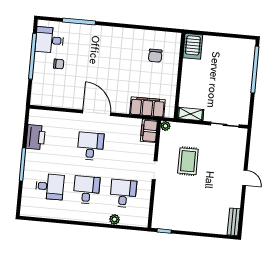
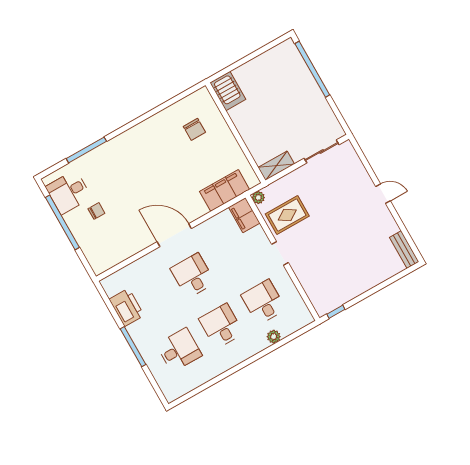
rug: (188, 161) -> (287, 215), moved, turned 90

